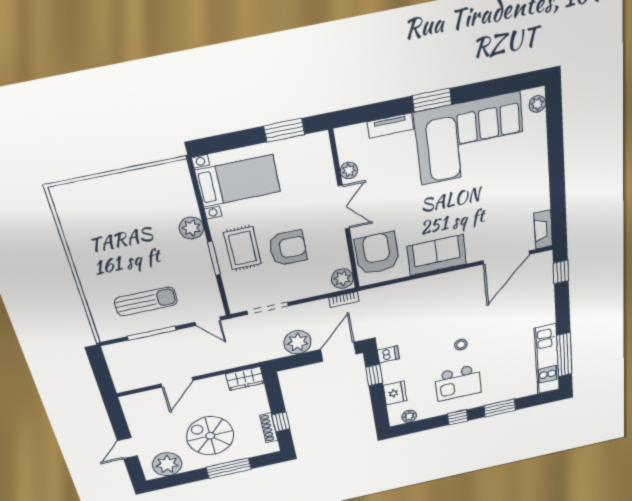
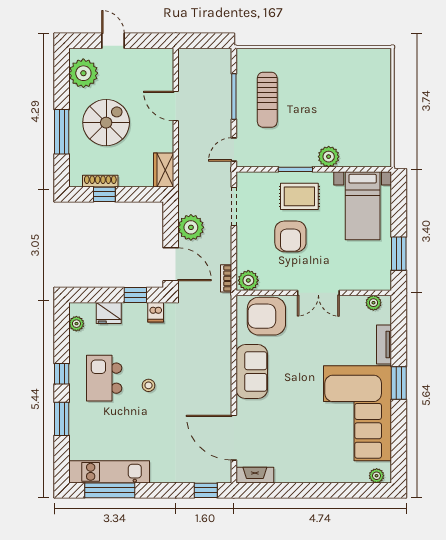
plant: (349, 170) -> (373, 303), moved
armchair: (377, 253) -> (266, 316), turned 180

